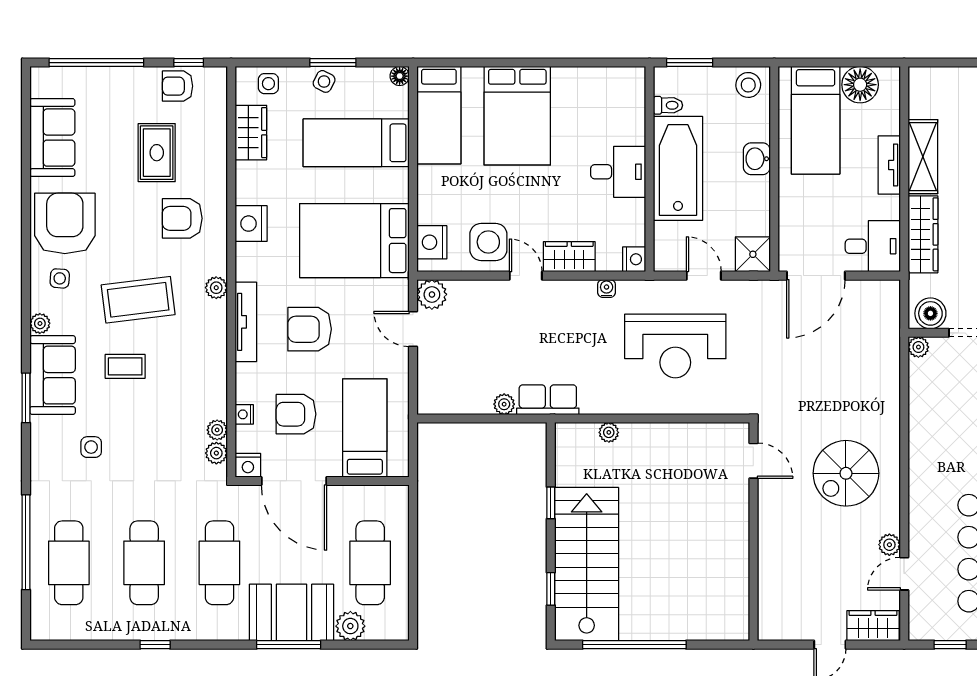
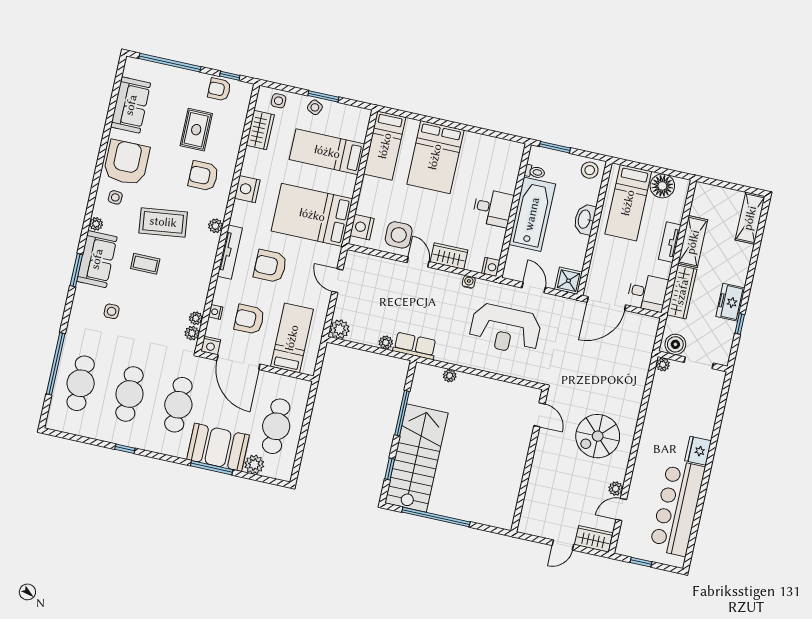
floor lamp: (400, 76) -> (365, 115), removed
washbasin: (757, 159) -> (585, 219), width x1.38
plant: (432, 294) -> (340, 329), moved
window: (551, 503) -> (402, 413), width x2.17

